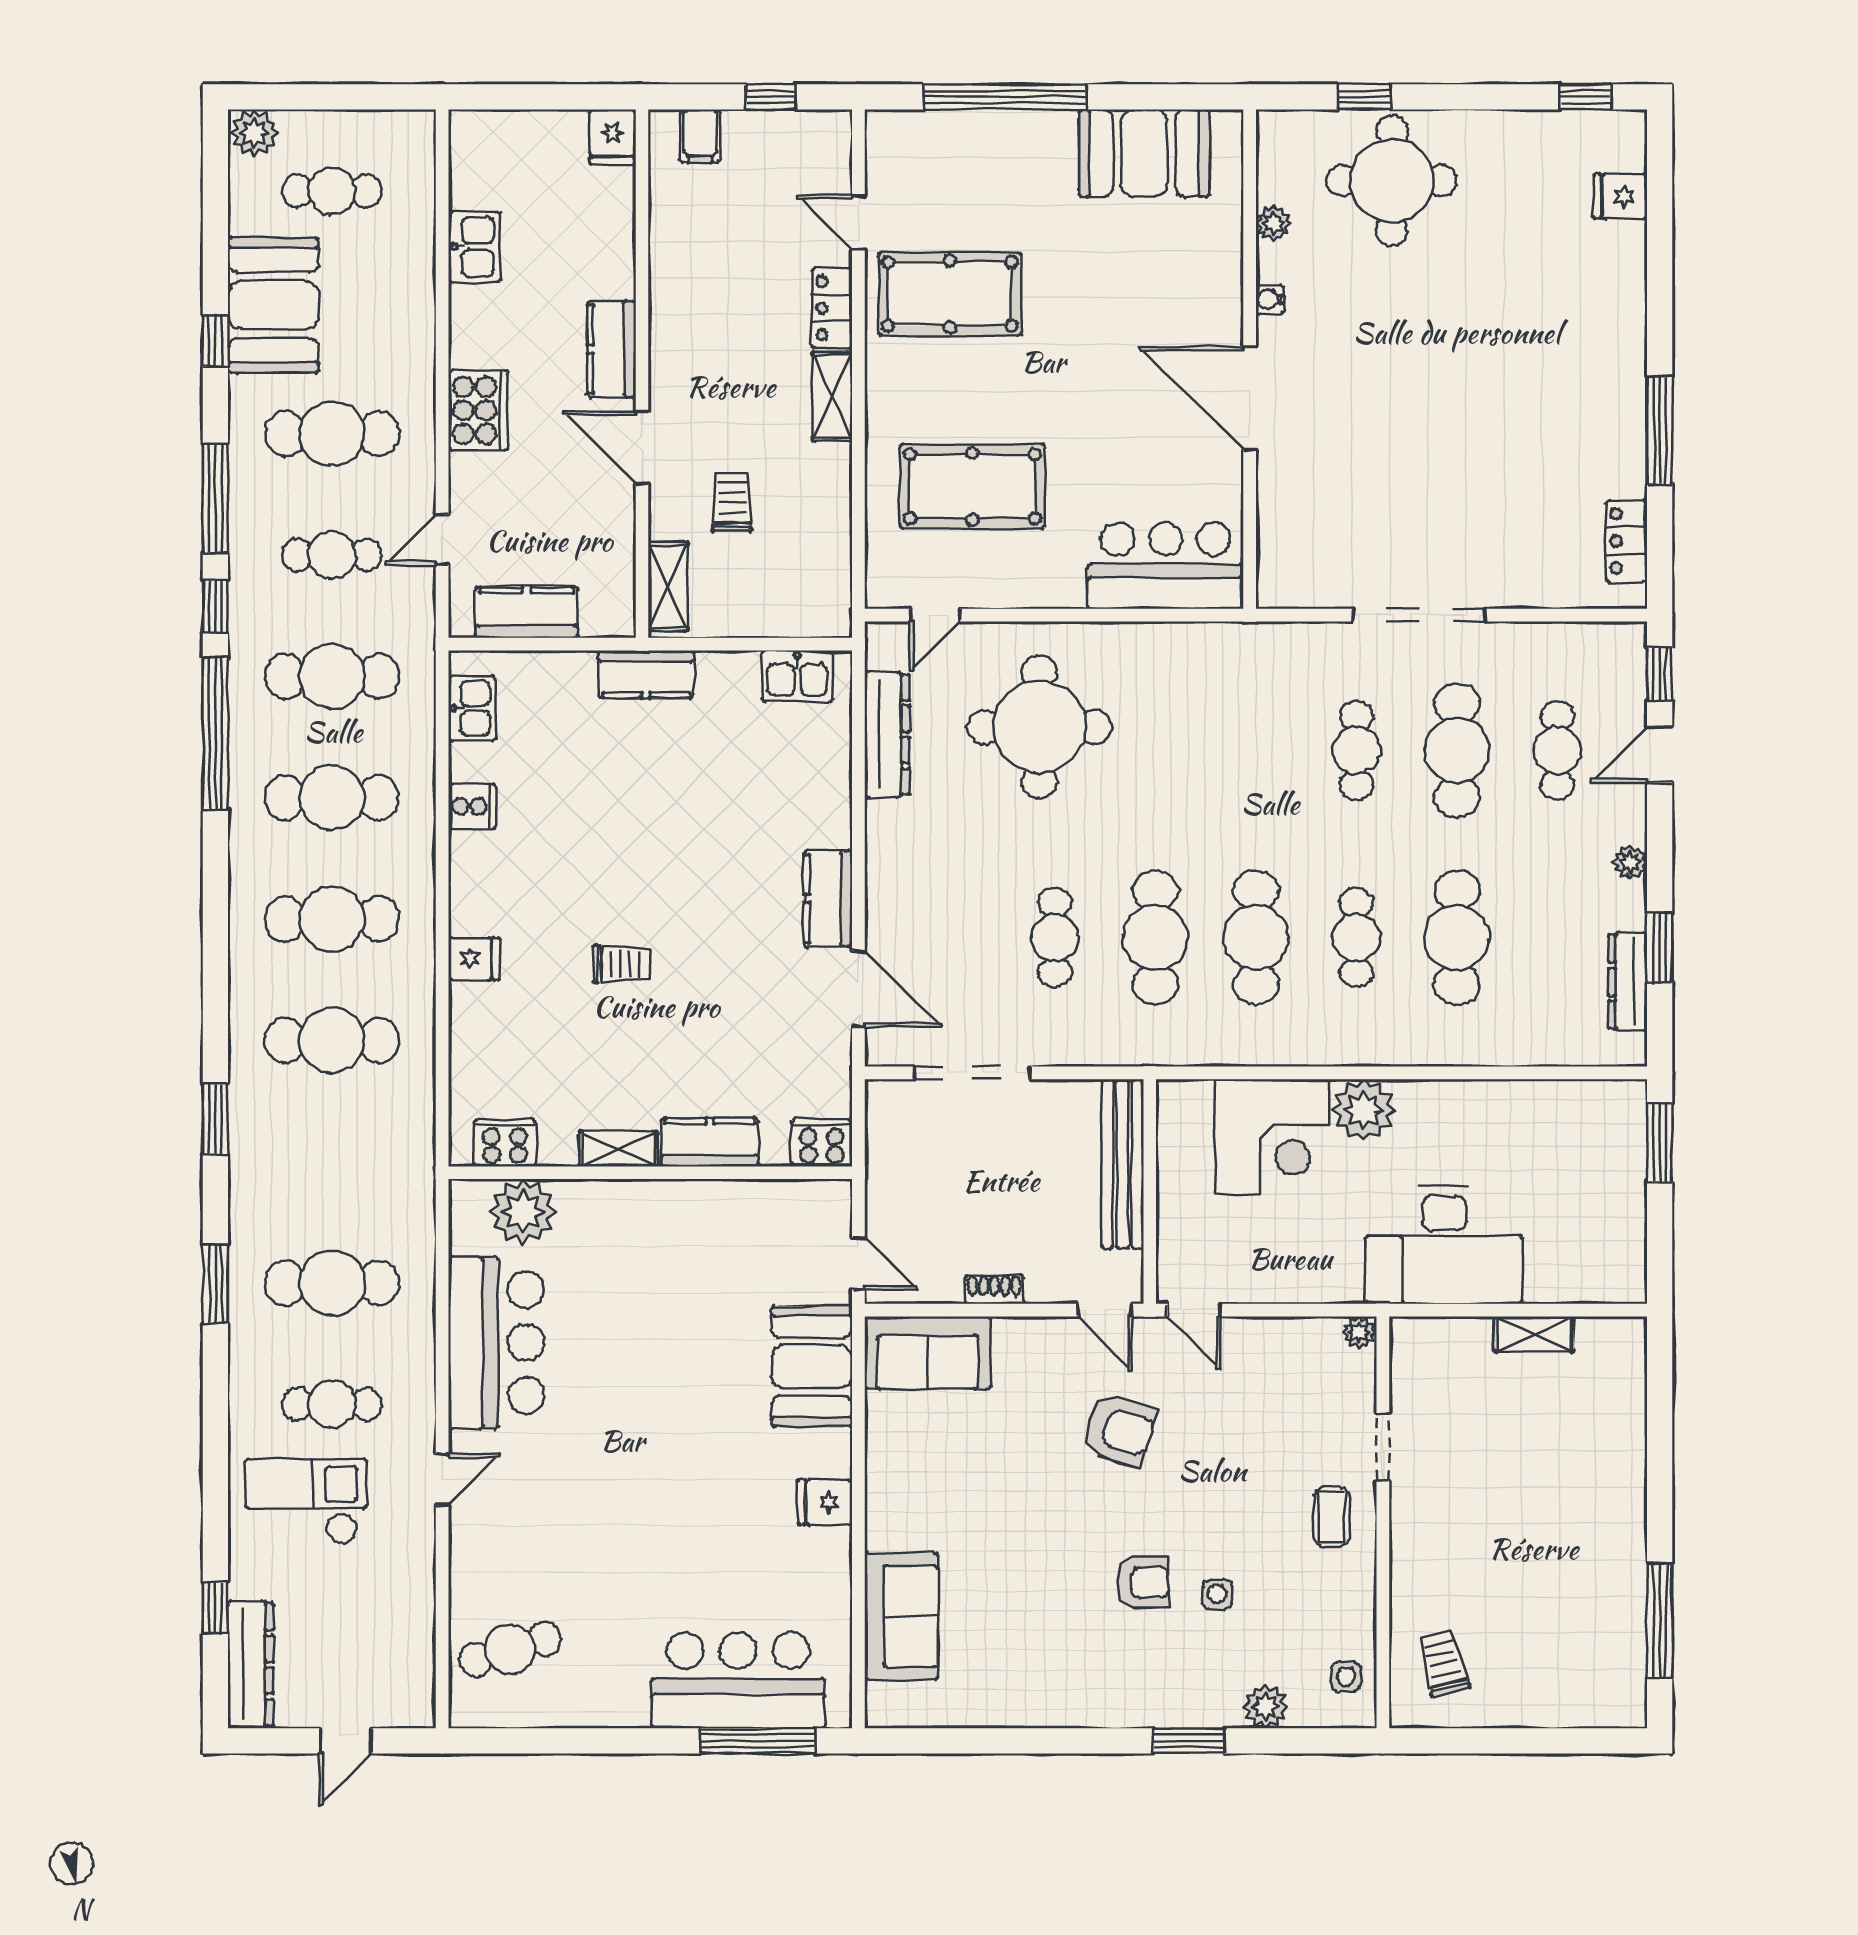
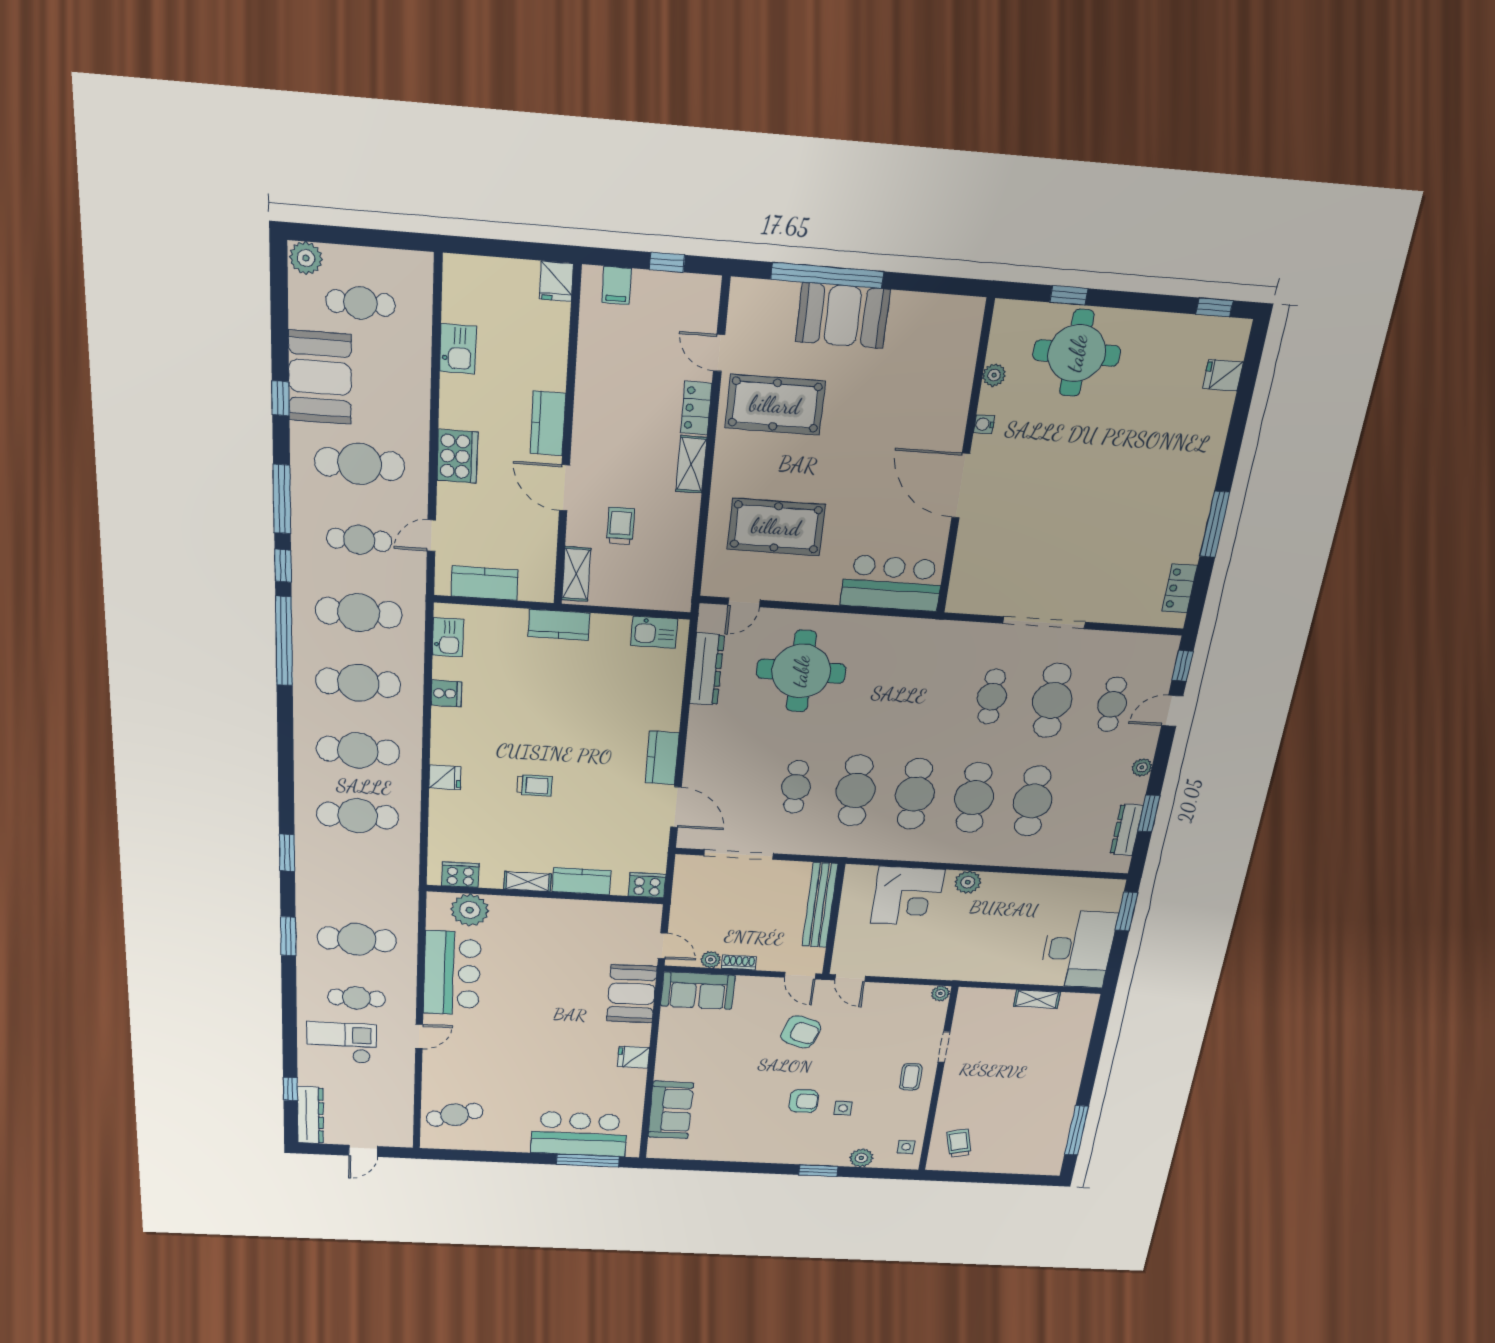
booth: (1144, 153) -> (843, 316), moved
cafe table: (1356, 938) -> (974, 798), width x1.37, depth x1.35
plant: (1364, 1110) -> (968, 882), width x0.73, depth x0.73
desk: (1444, 1245) -> (1078, 949), moved, turned -90
plant: (944, 1287) -> (711, 960), added

